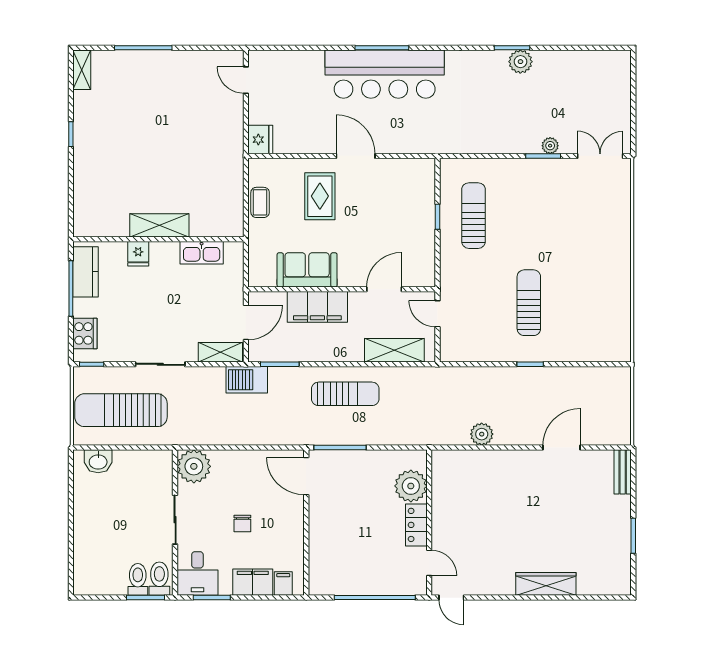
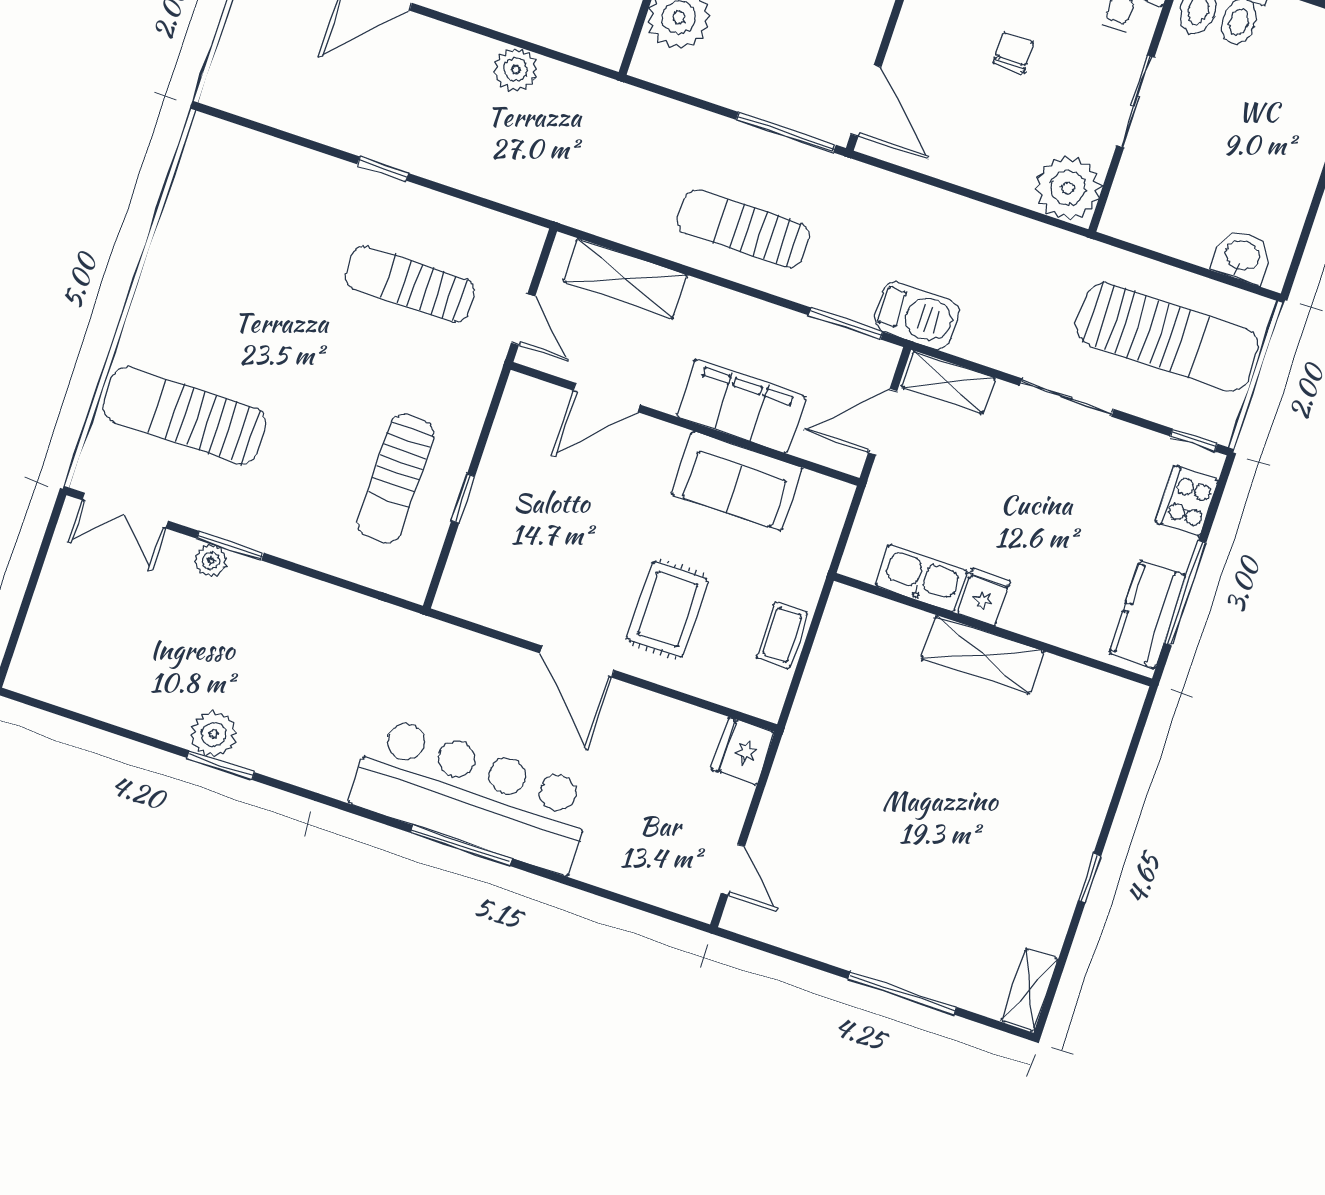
sun lounger: (586, 212) -> (185, 415), added
fridge: (138, 254) -> (984, 597), moved
sun lounger: (529, 303) -> (410, 284), moved, turned 90

